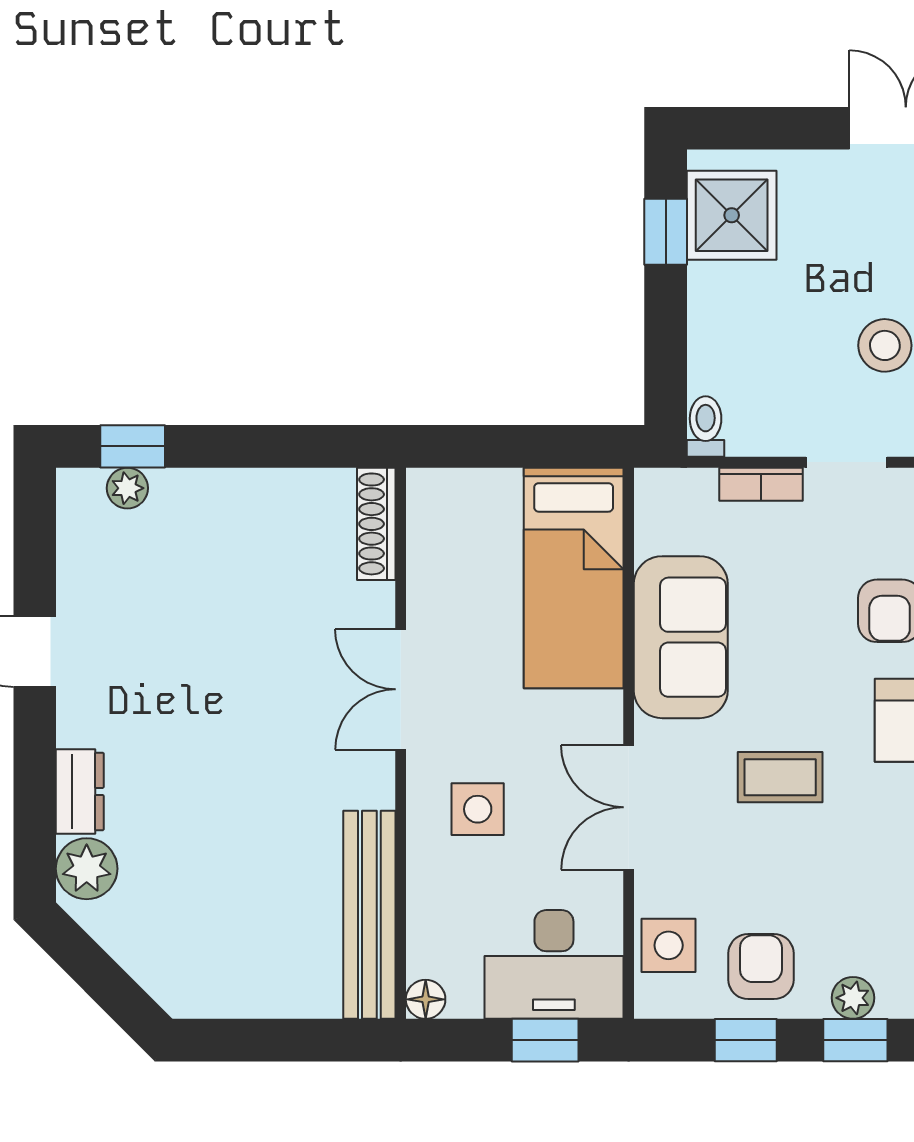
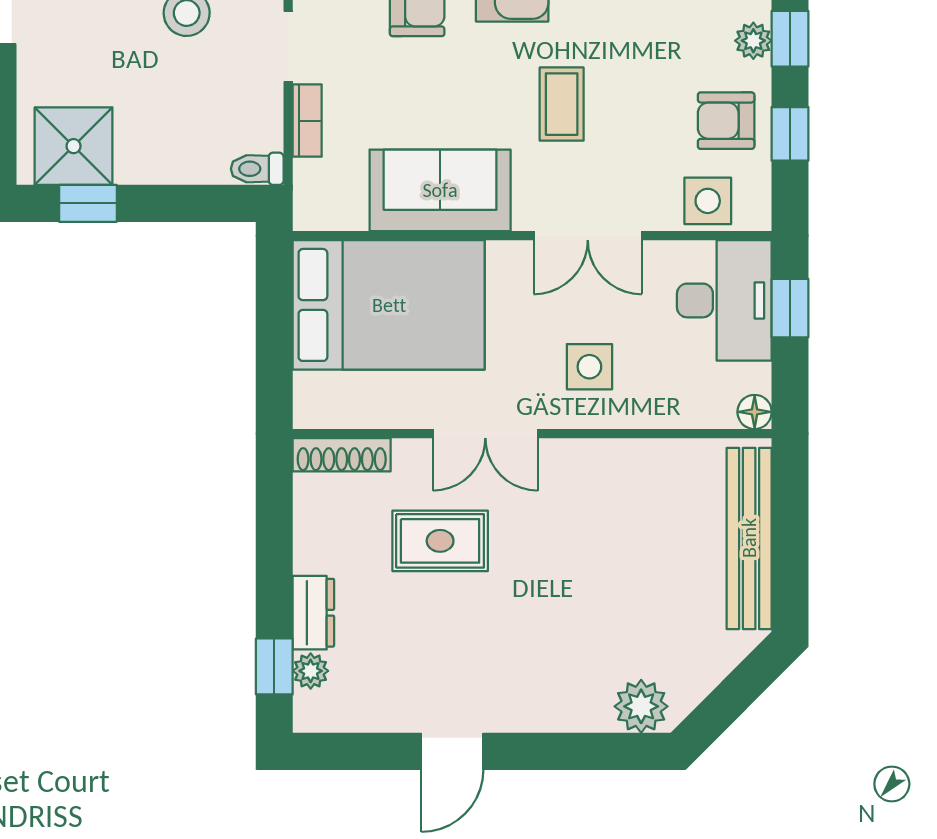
bed: (574, 578) -> (389, 305), width x1.50
rug: (277, 637) -> (440, 541), added
dresser: (80, 791) -> (313, 613), moved, turned 90
bench: (369, 915) -> (749, 538), moved, turned 90

